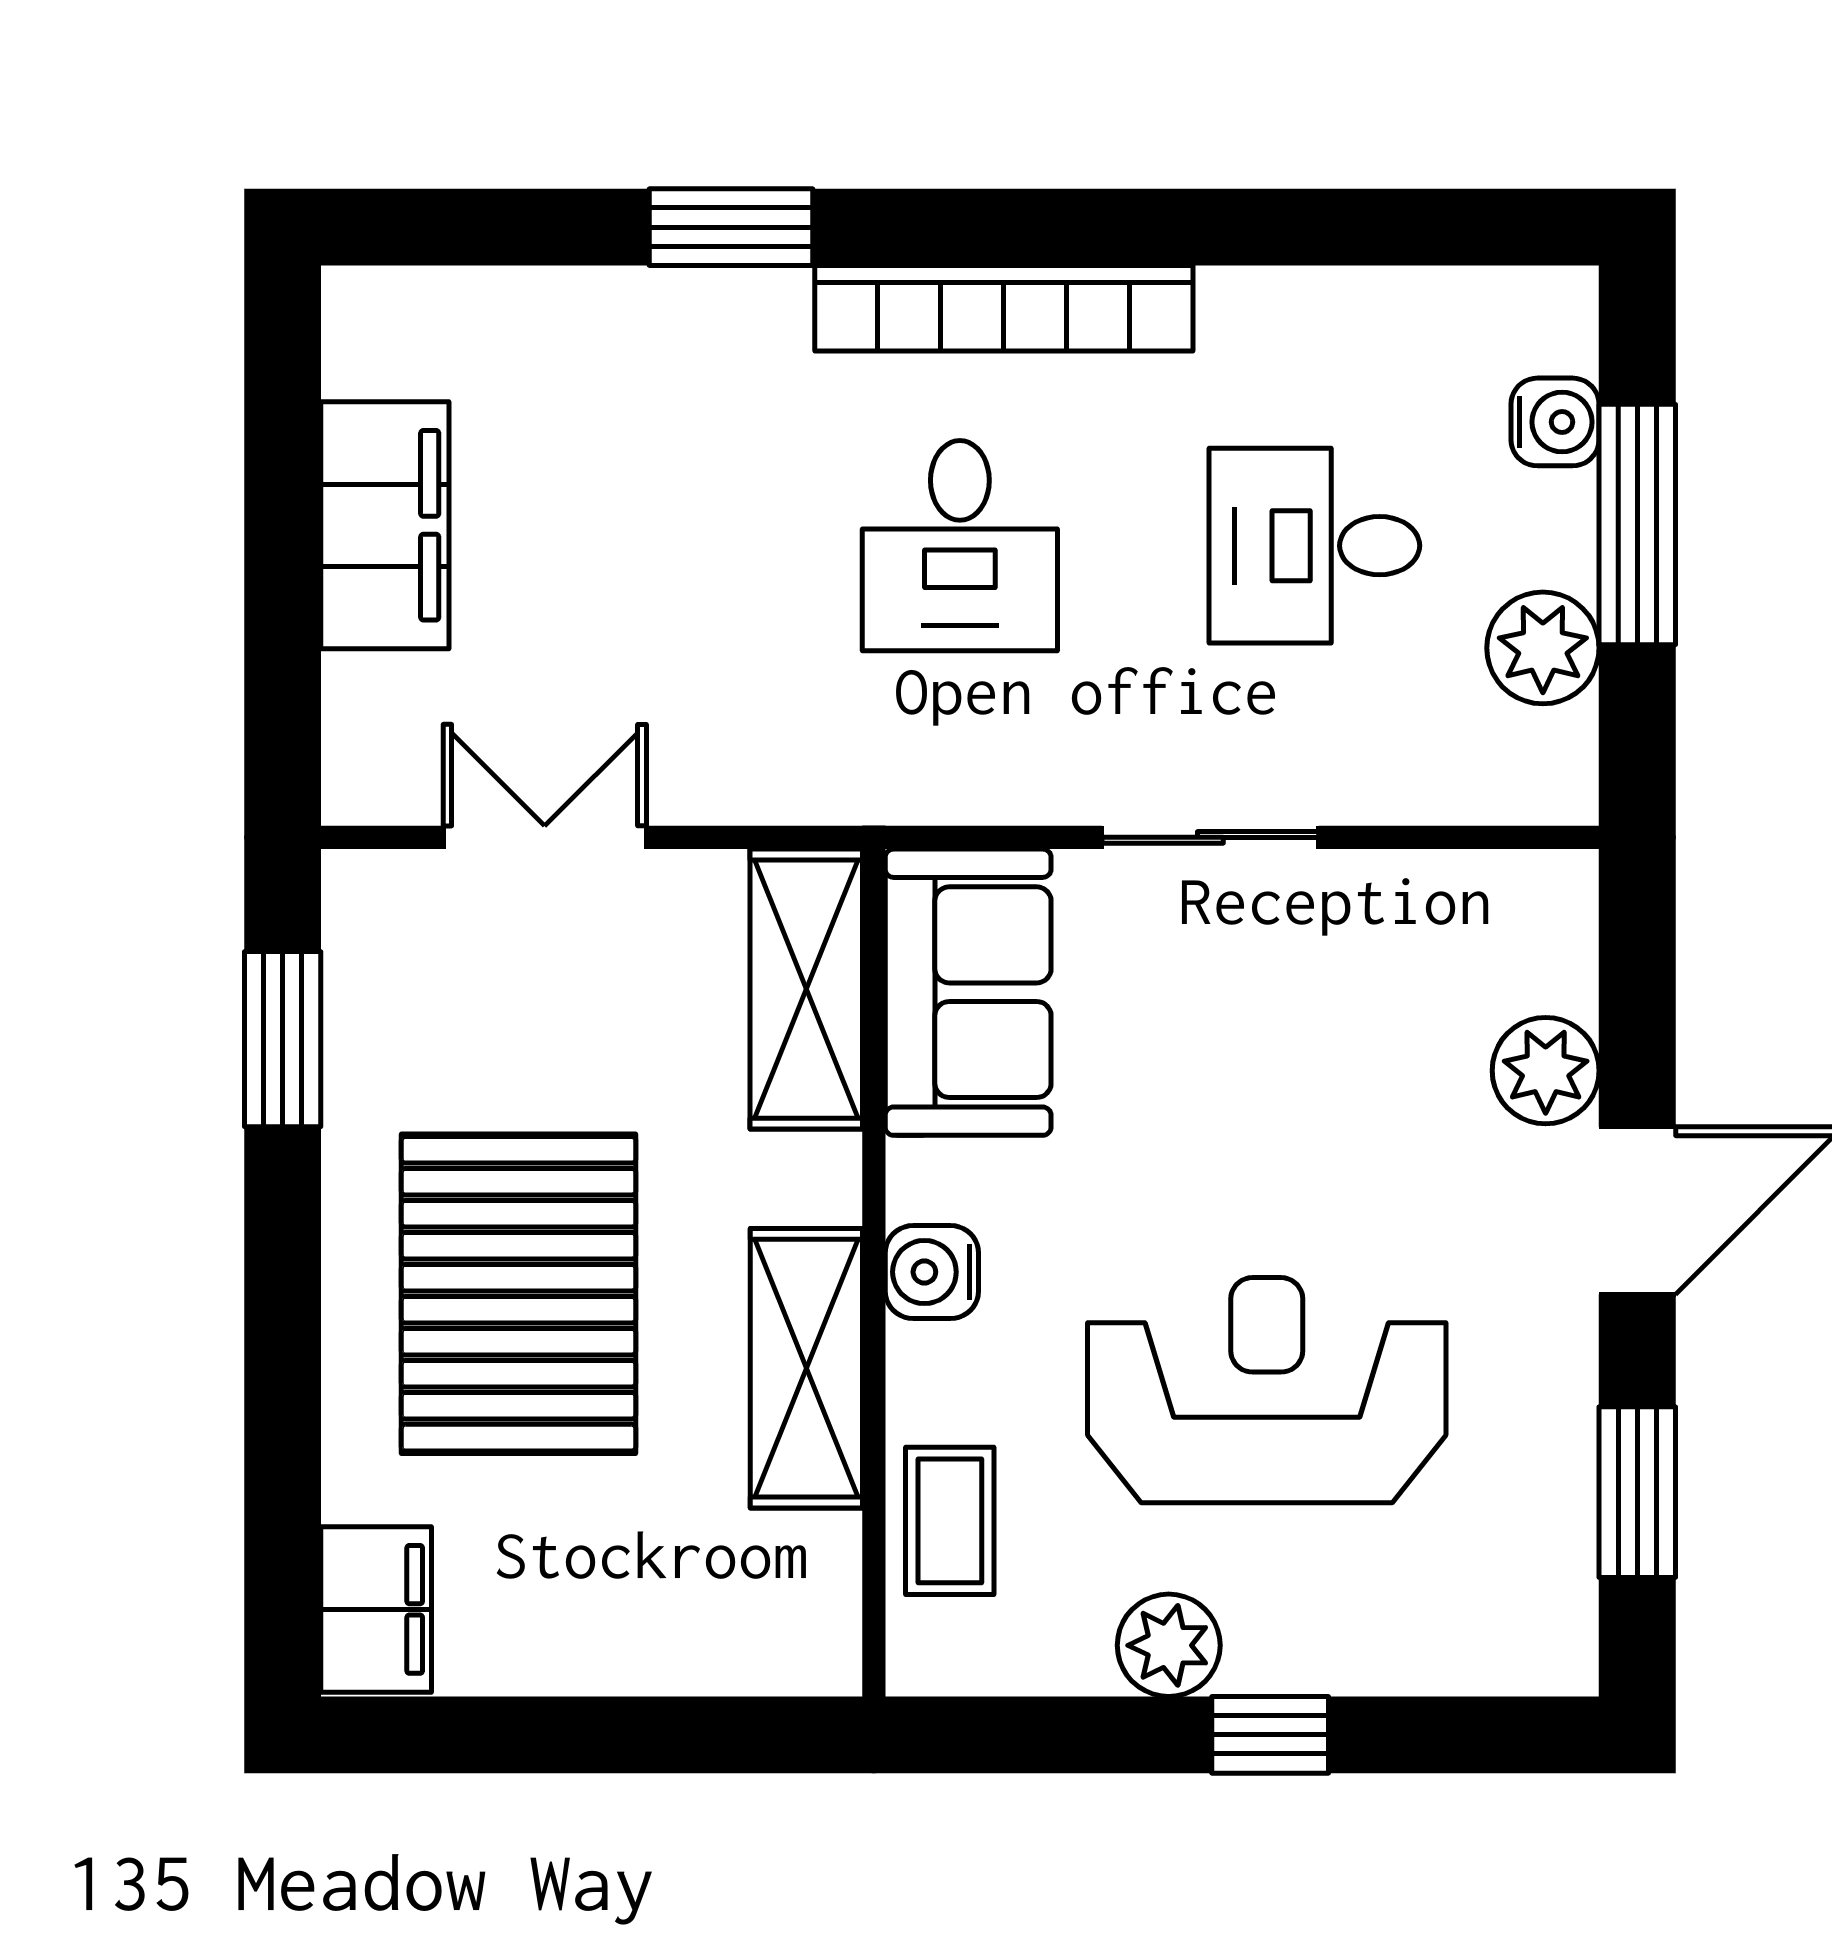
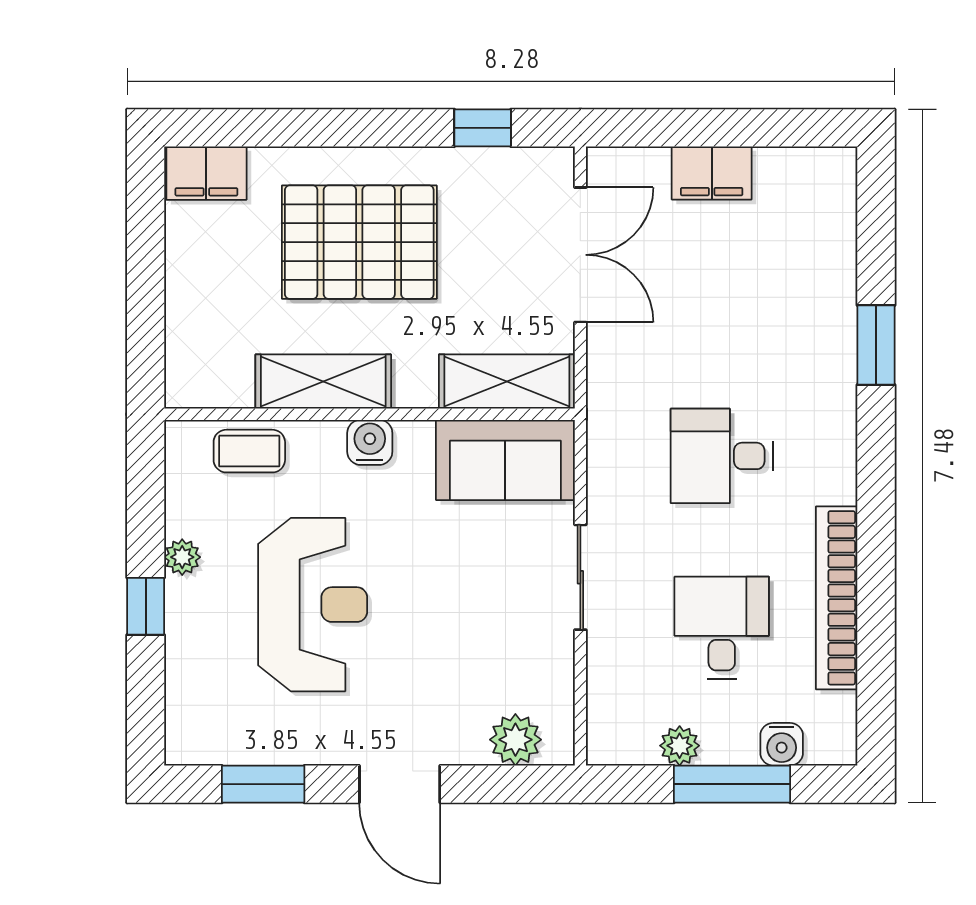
bookcase: (1004, 308) -> (837, 598), moved
filing cabinet: (385, 525) -> (712, 173), width x0.67, depth x0.86
plant: (1543, 648) -> (680, 746), width x0.73, depth x0.73
double door: (545, 837) -> (580, 255), width x1.37
window: (283, 1039) -> (483, 128), width x0.67
plant: (1546, 1071) -> (515, 740), moved
plant: (1169, 1645) -> (182, 557), width x0.73, depth x0.73

